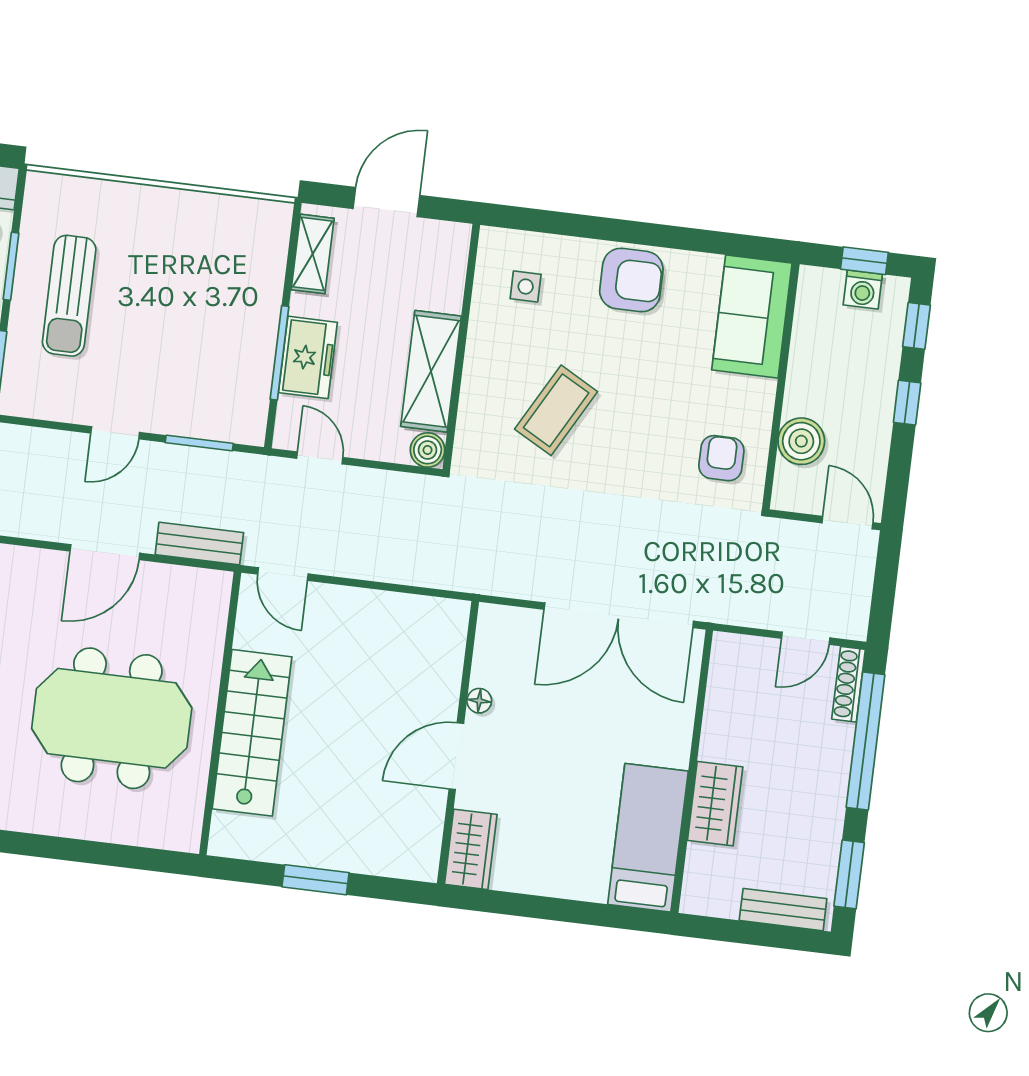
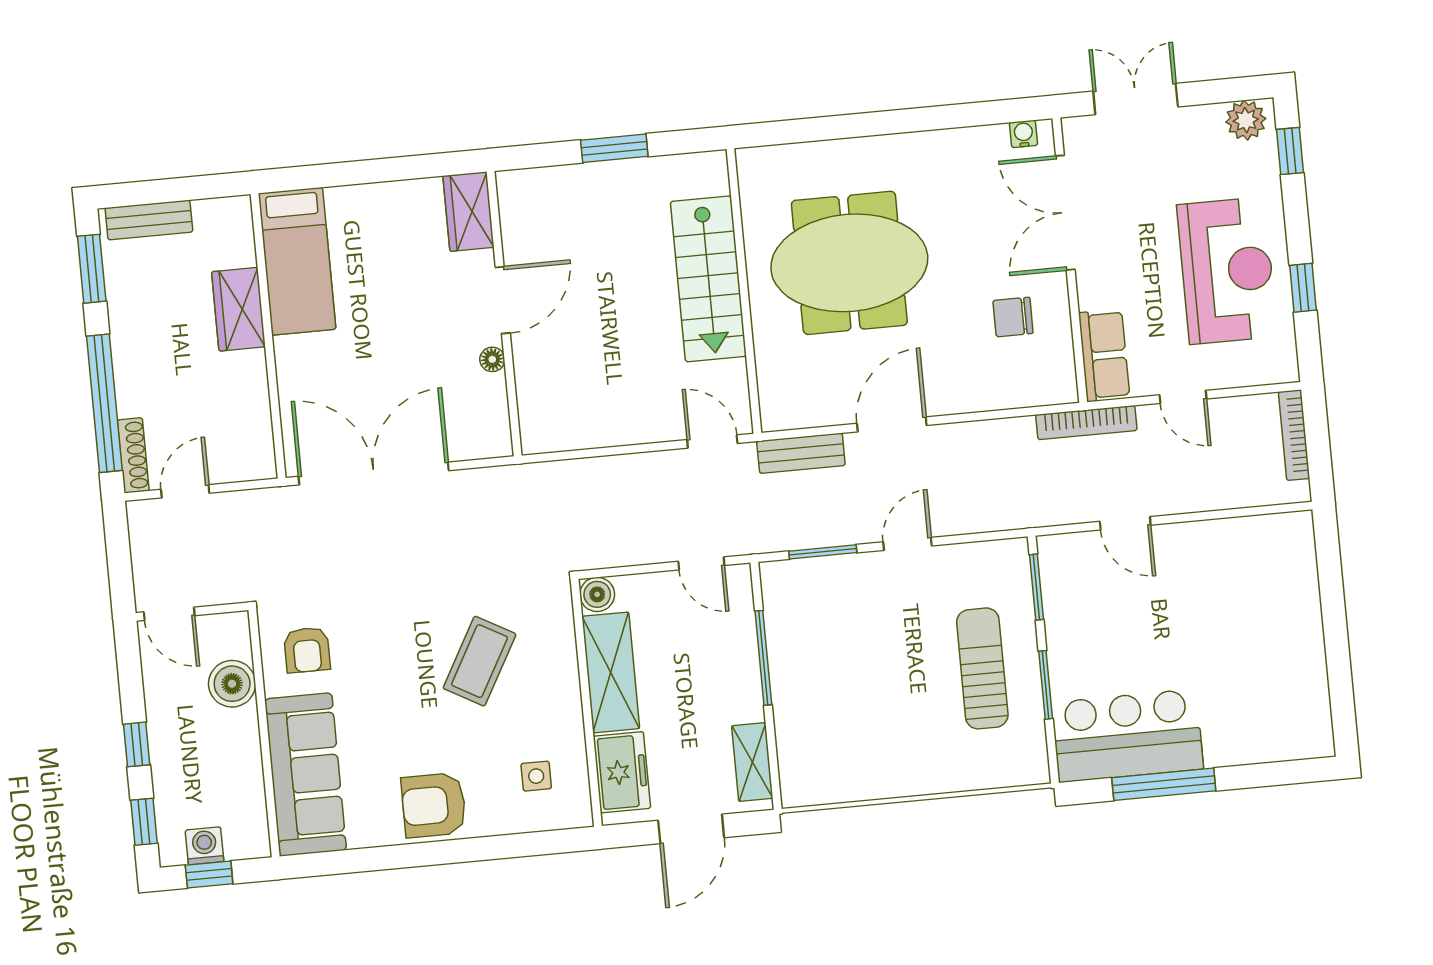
sofa: (752, 317) -> (306, 775), width x1.36
freezer: (308, 357) -> (622, 772), moved, turned 180

